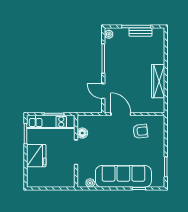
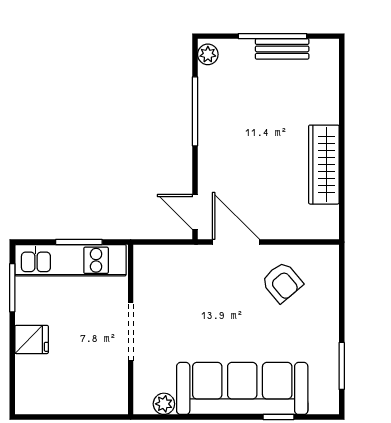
door: (103, 91) -> (195, 212), moved
armchair: (140, 131) -> (282, 282), turned 56
floor lamp: (82, 133) -> (146, 287), removed
fridge: (36, 156) -> (32, 339), width x0.53, depth x0.75

